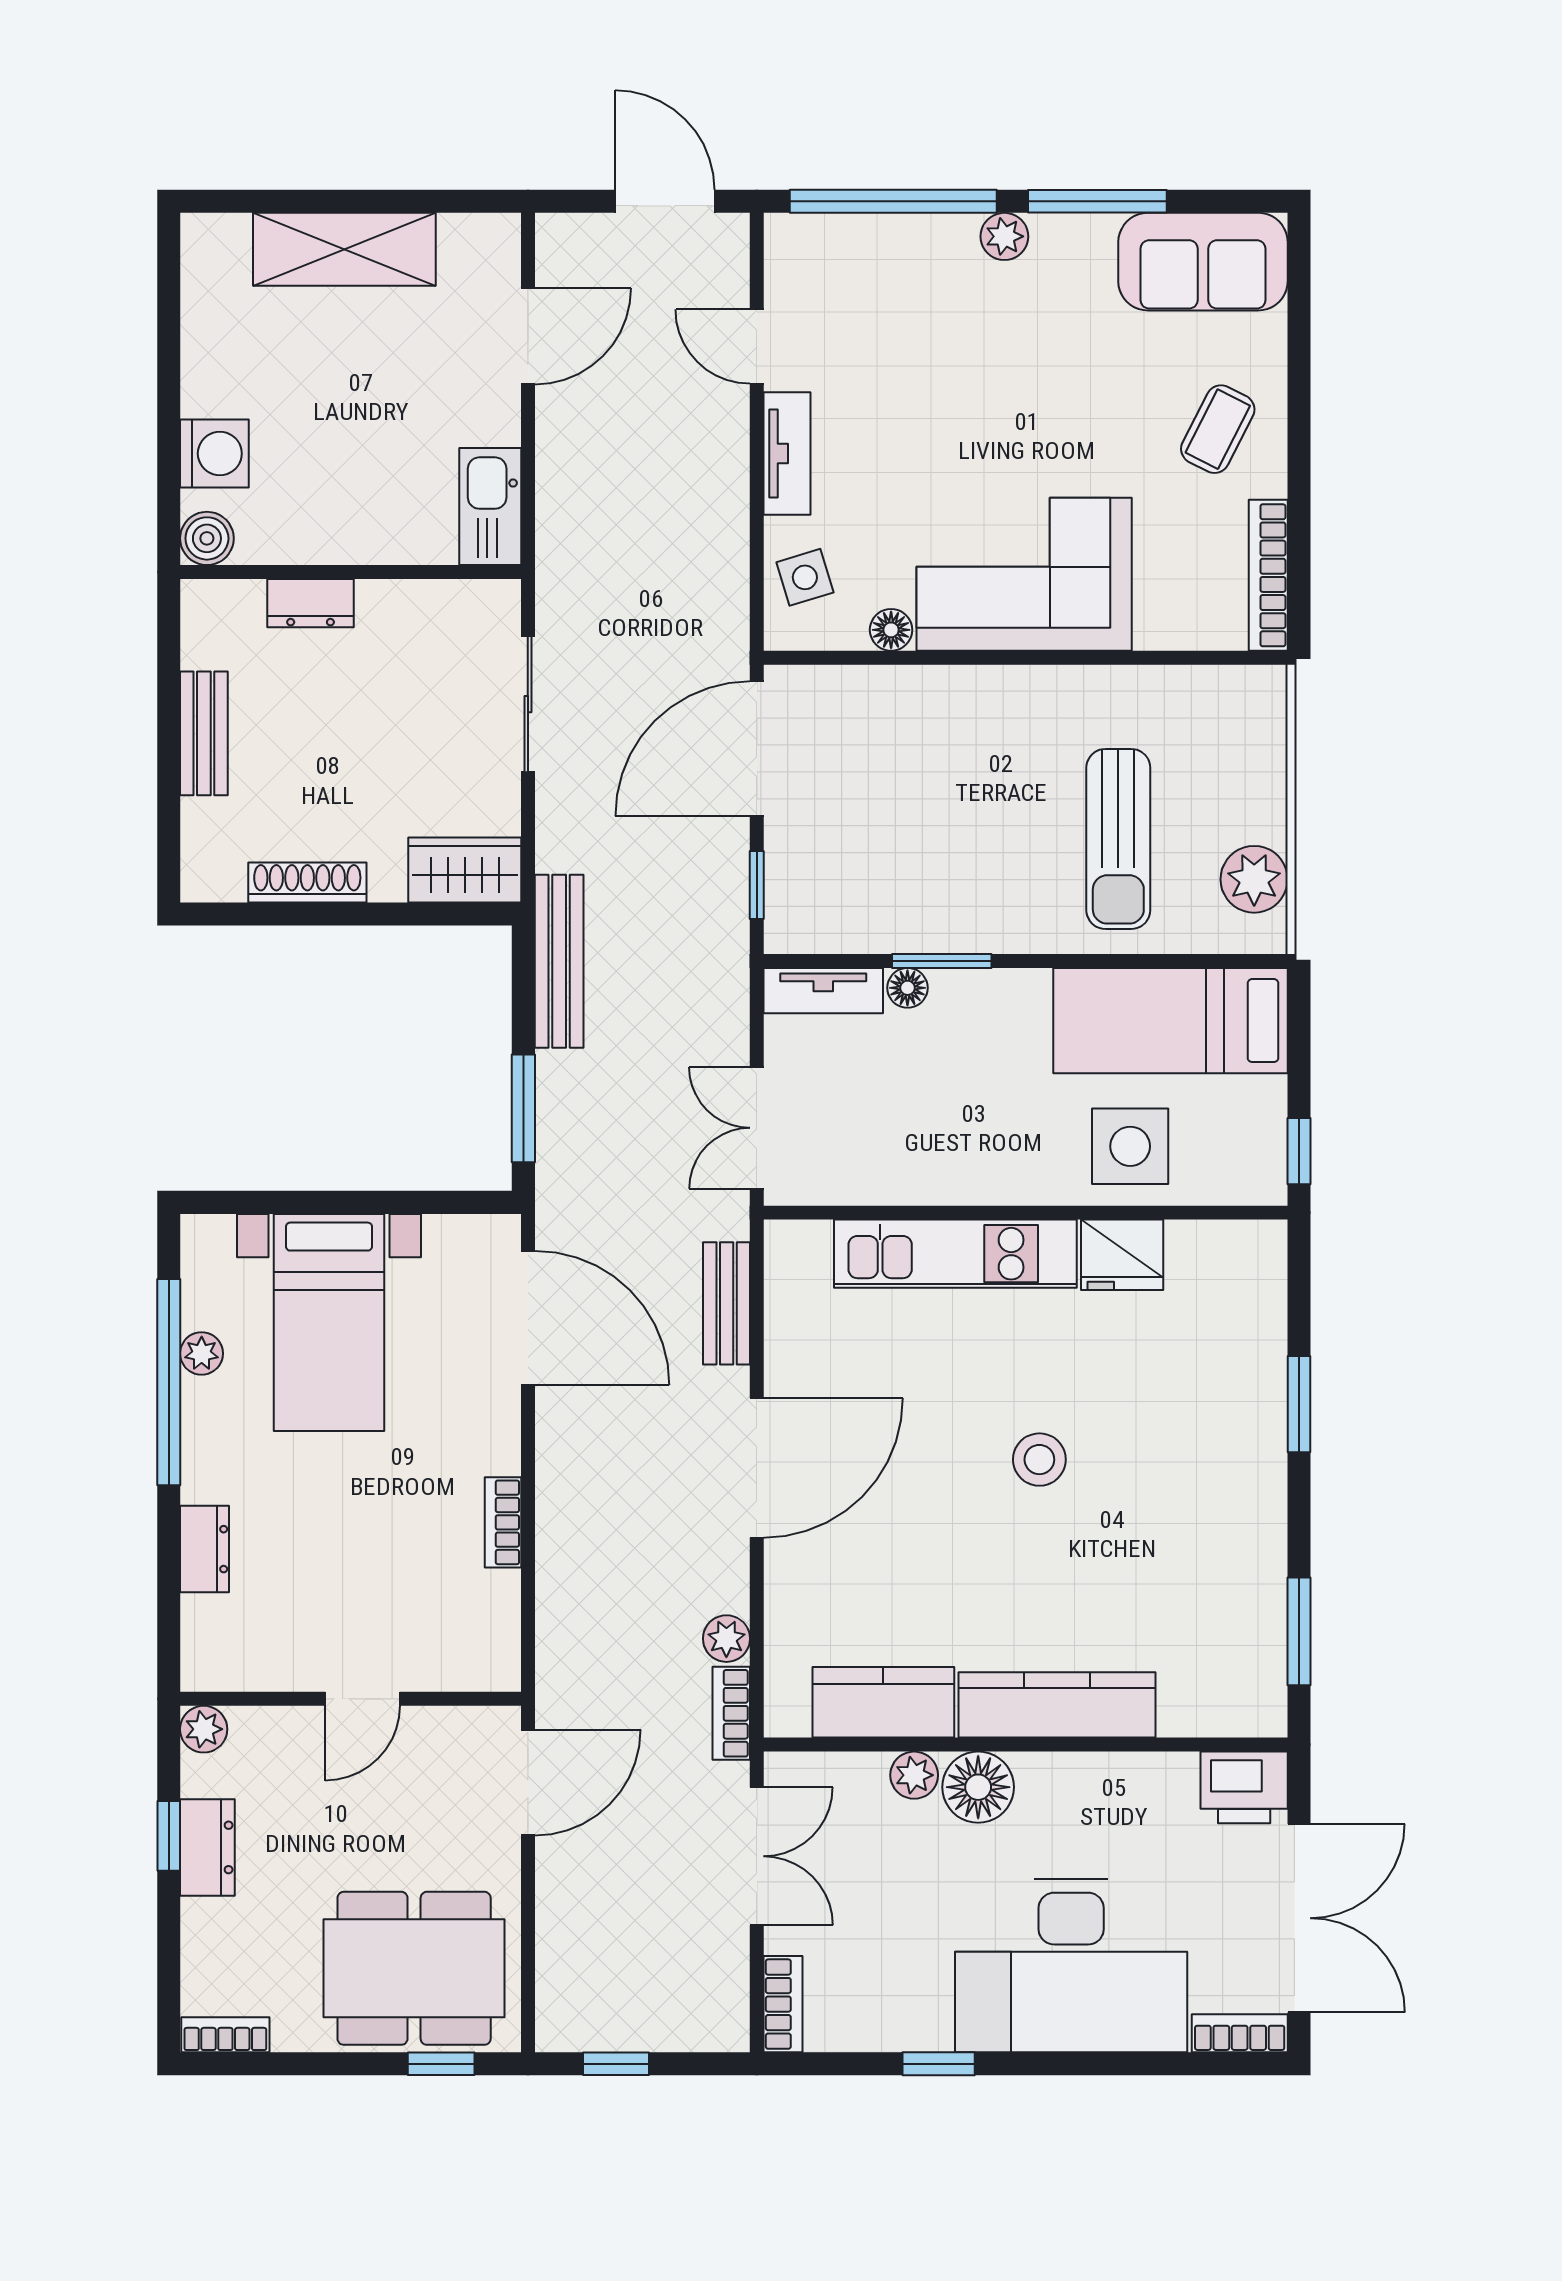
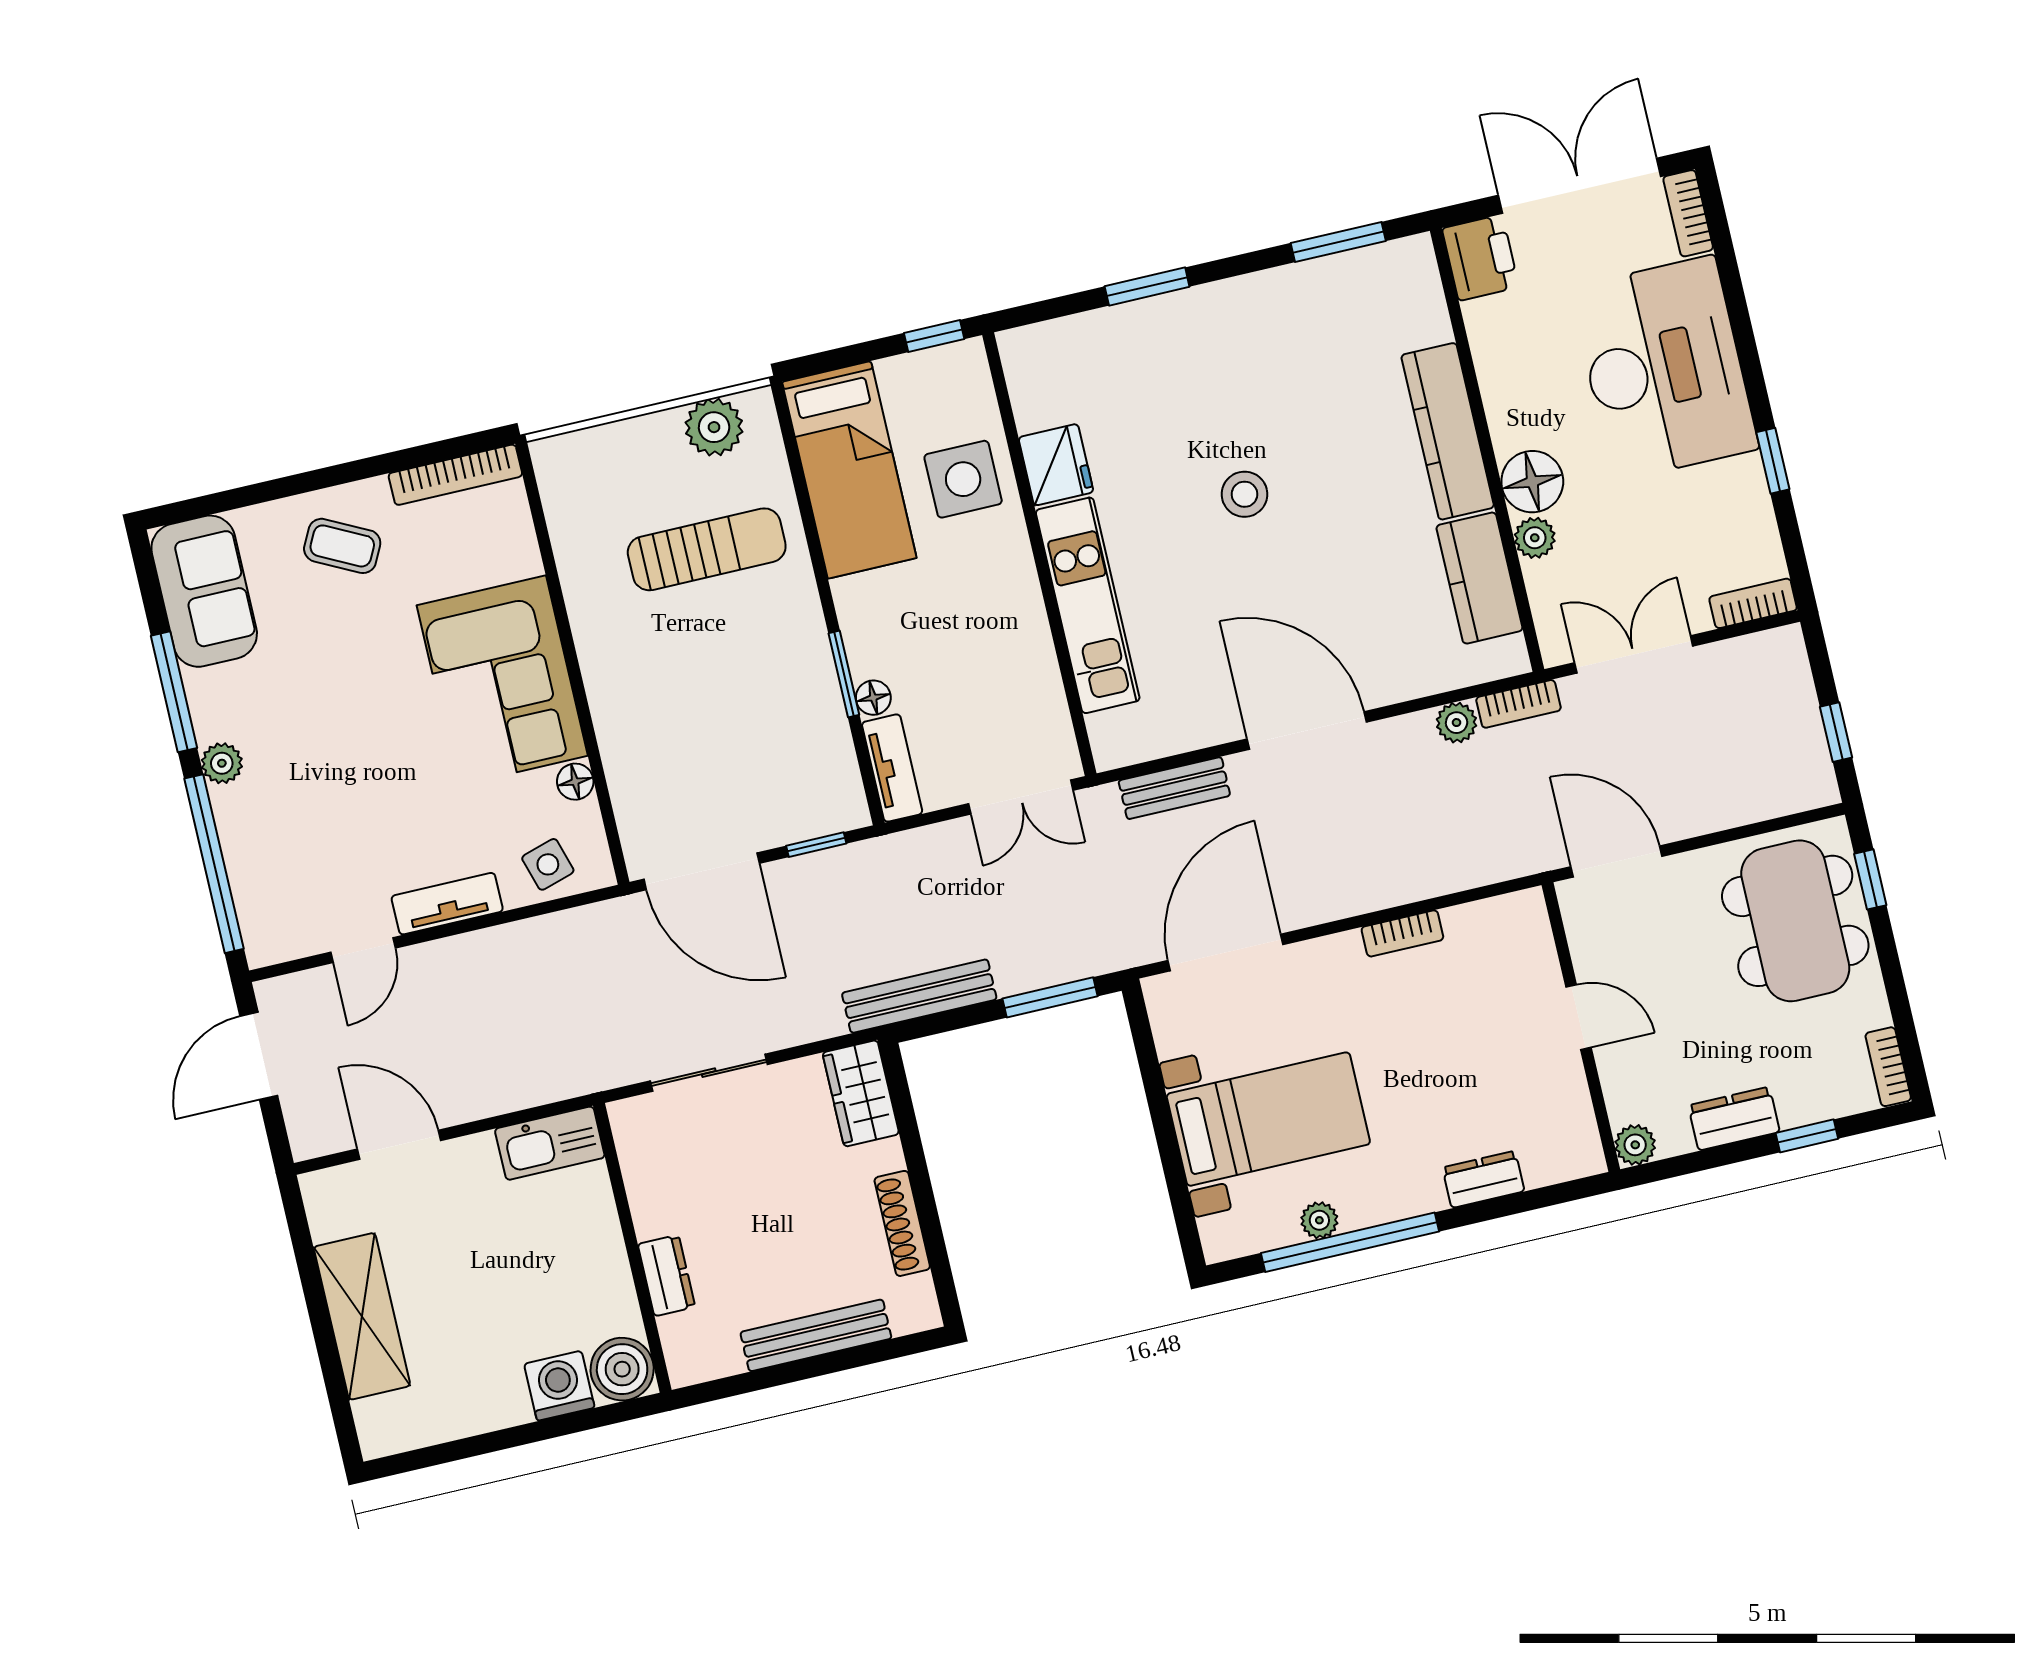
boiler: (207, 538) -> (622, 1369), width x1.36, depth x1.36
bench: (204, 733) -> (816, 1335), width x1.36
window: (169, 1836) -> (1807, 1136), moved

